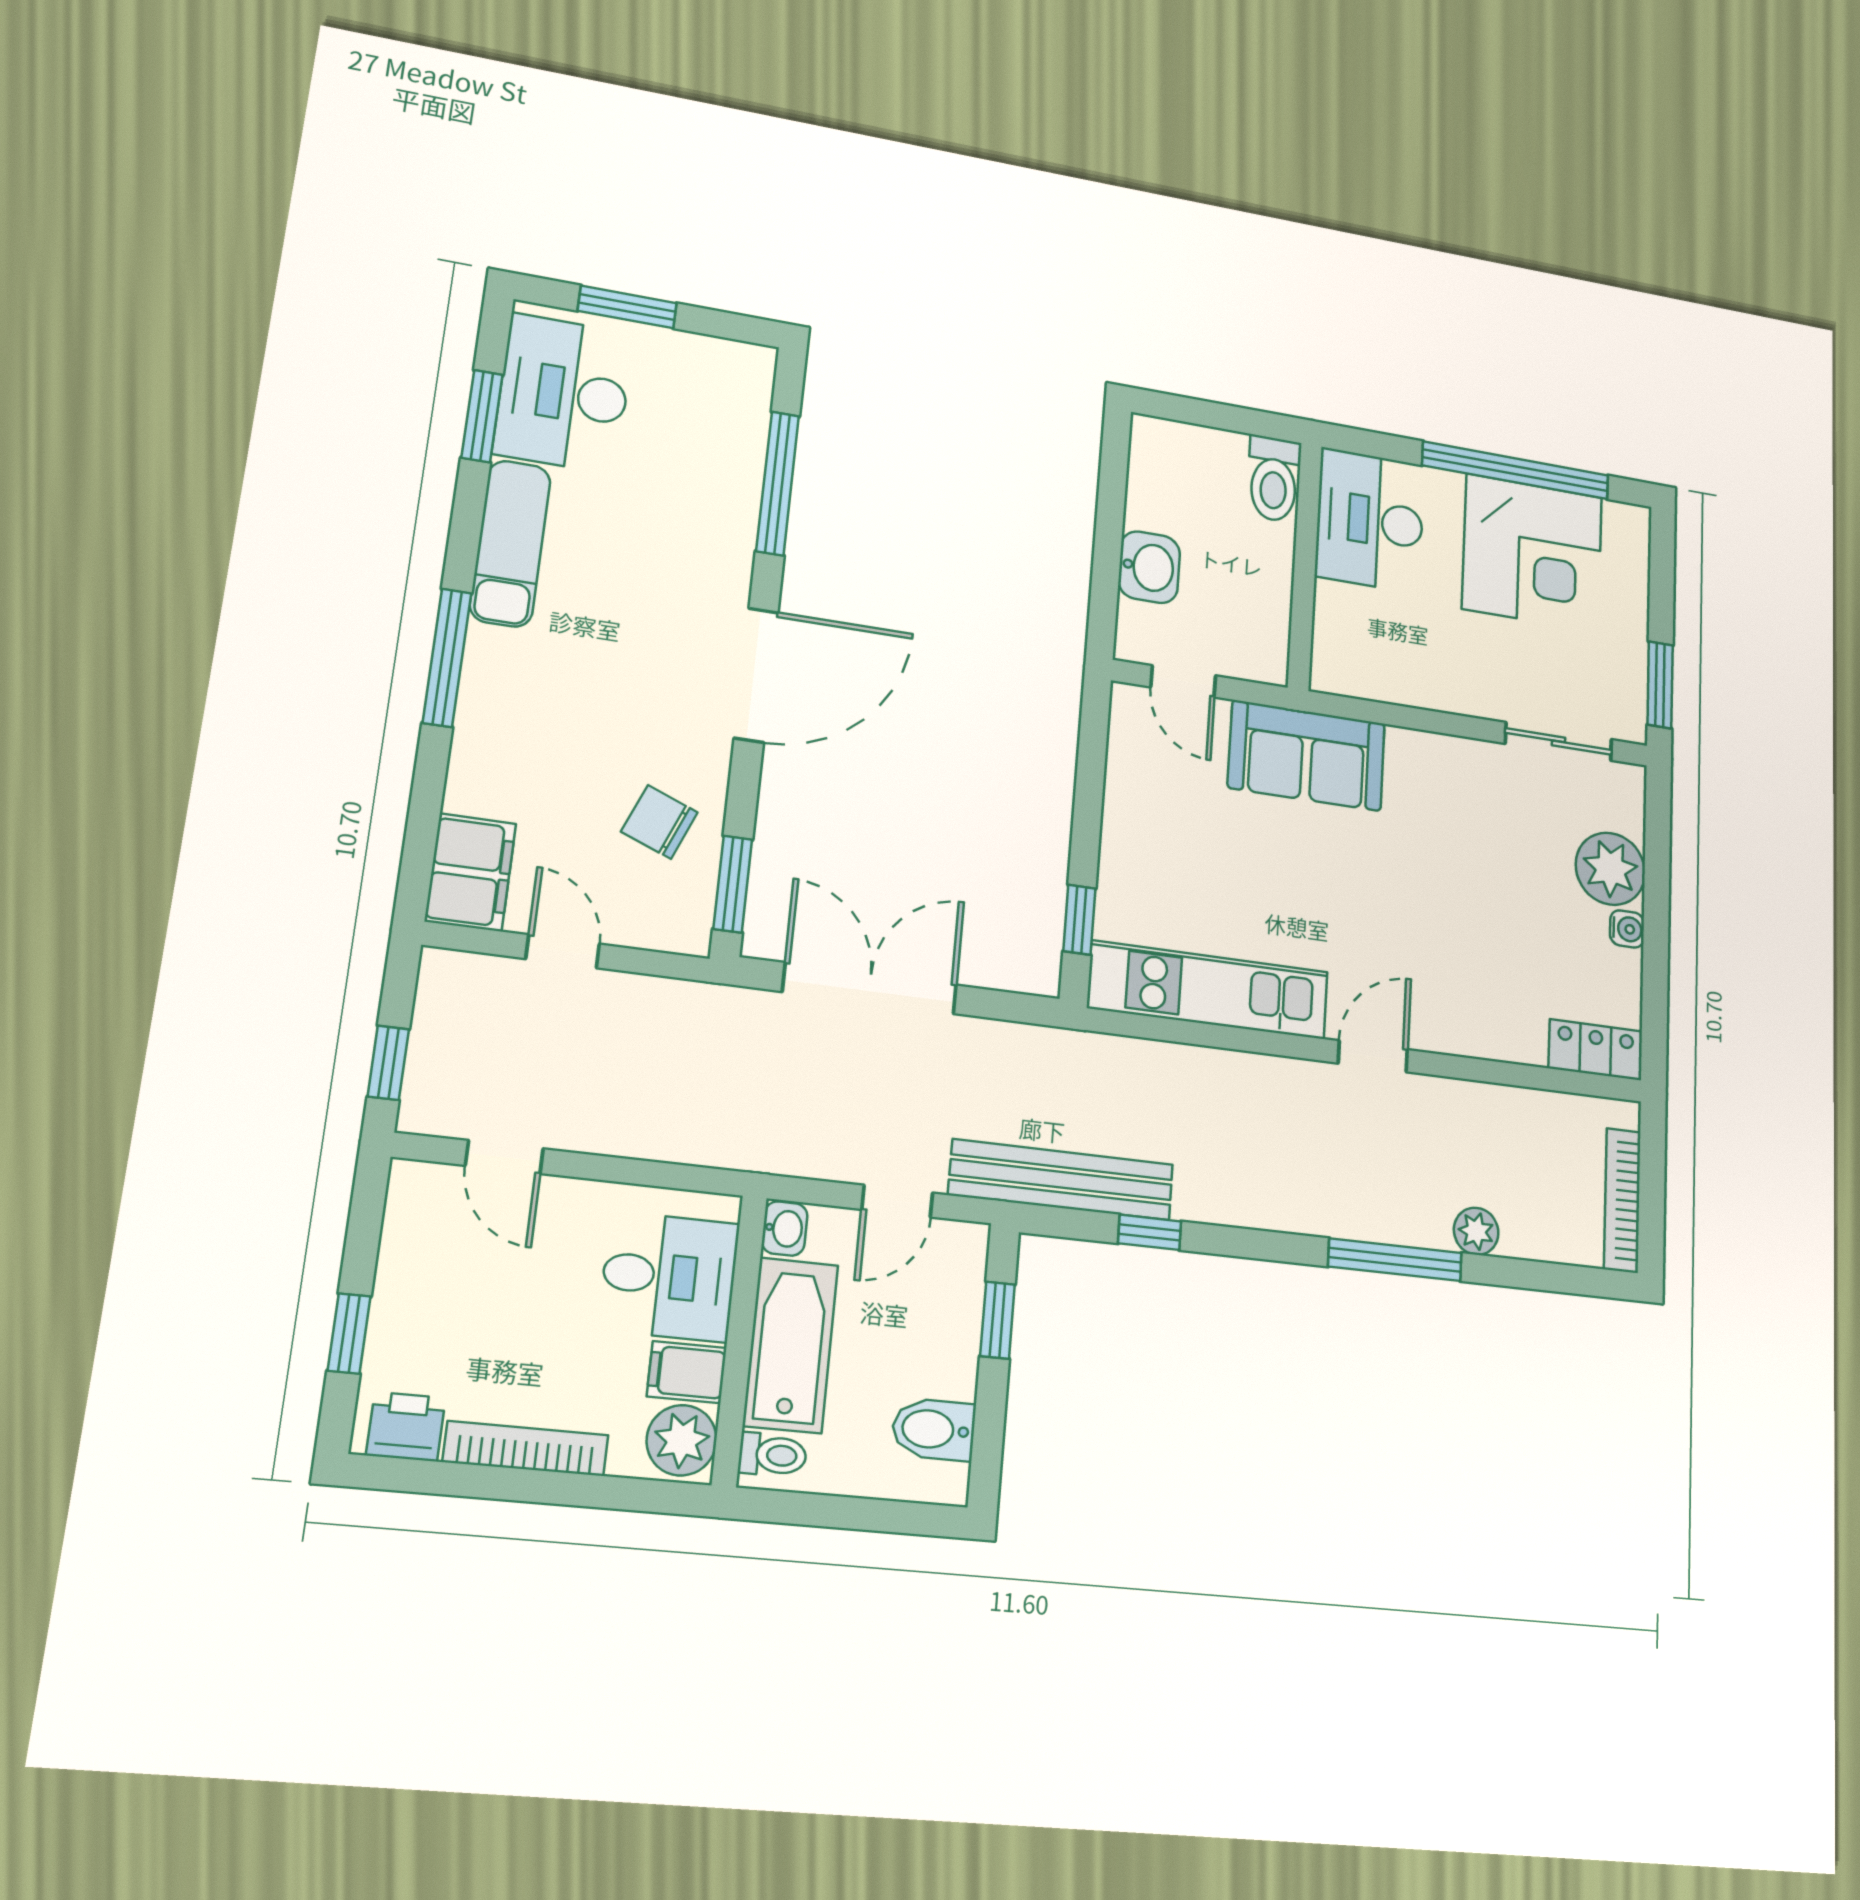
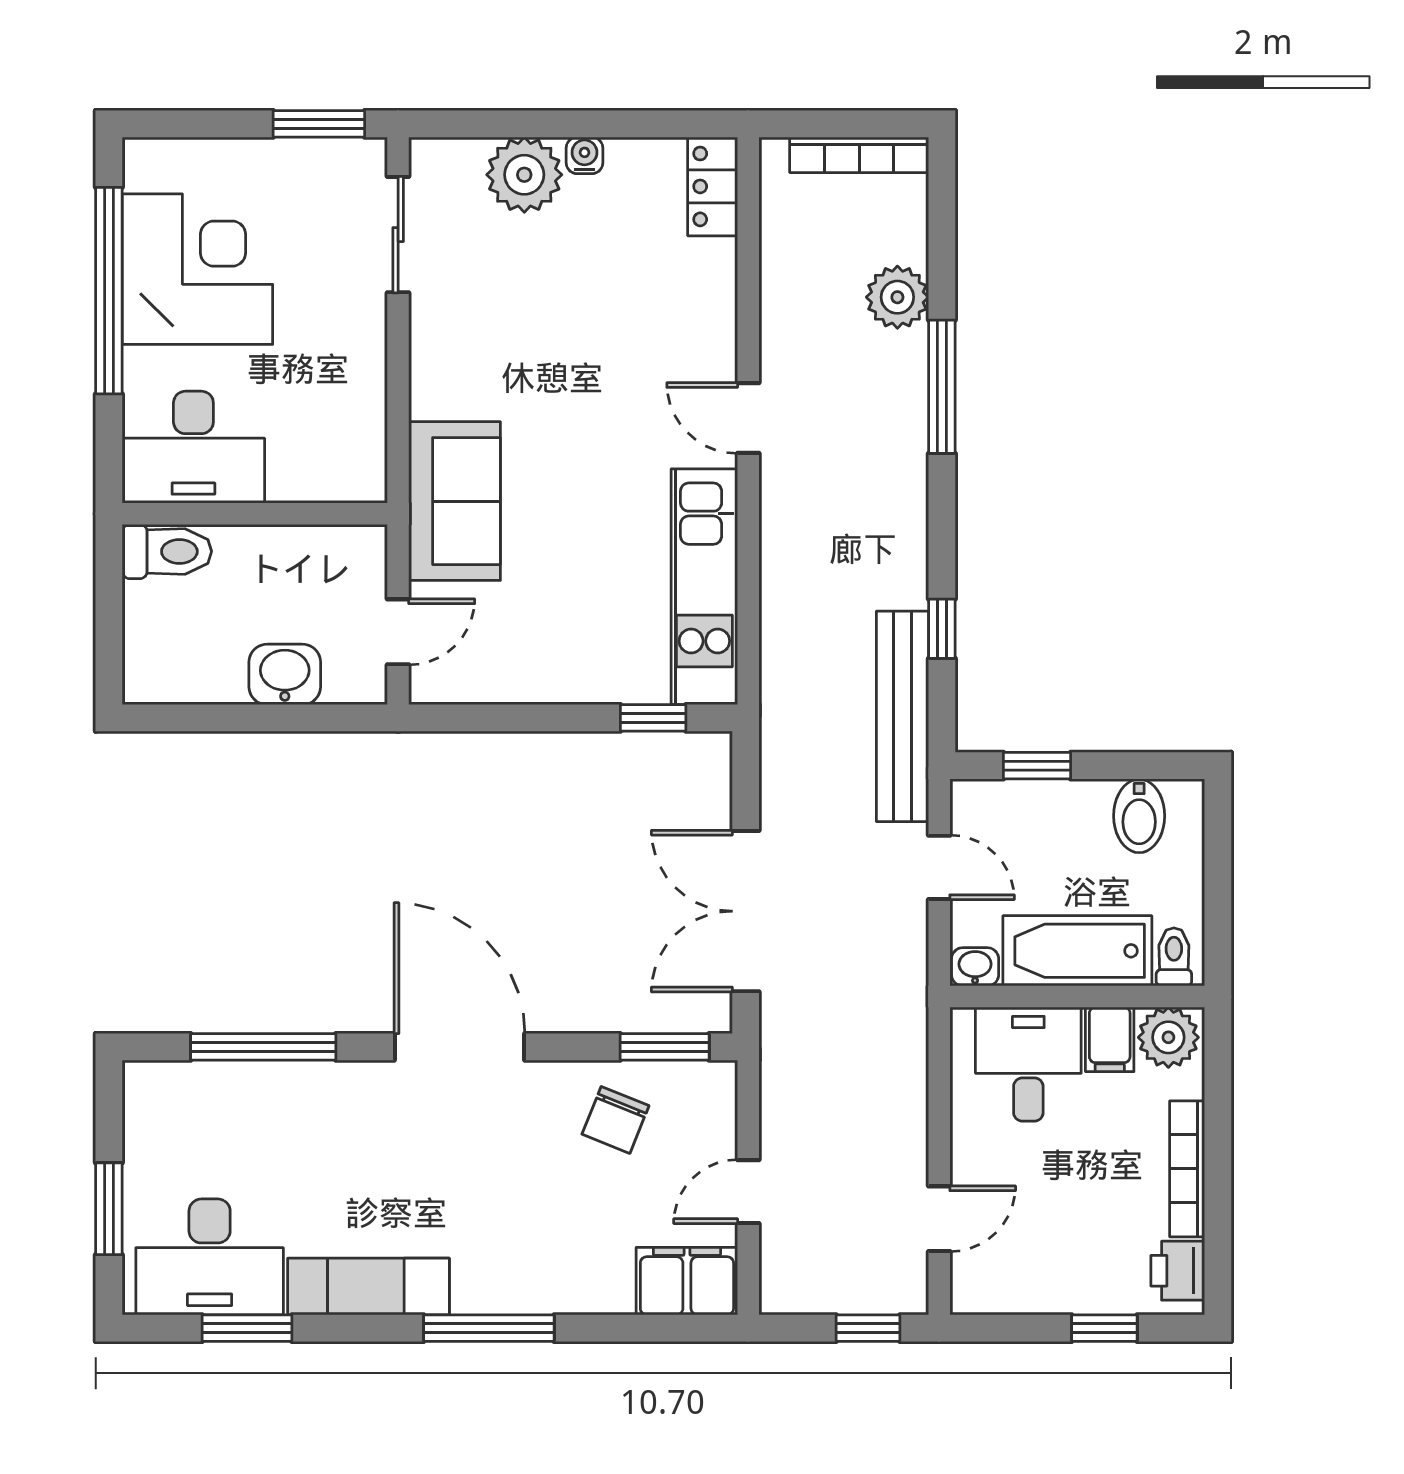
plant: (1476, 1231) -> (897, 297), width x1.38, depth x1.38

